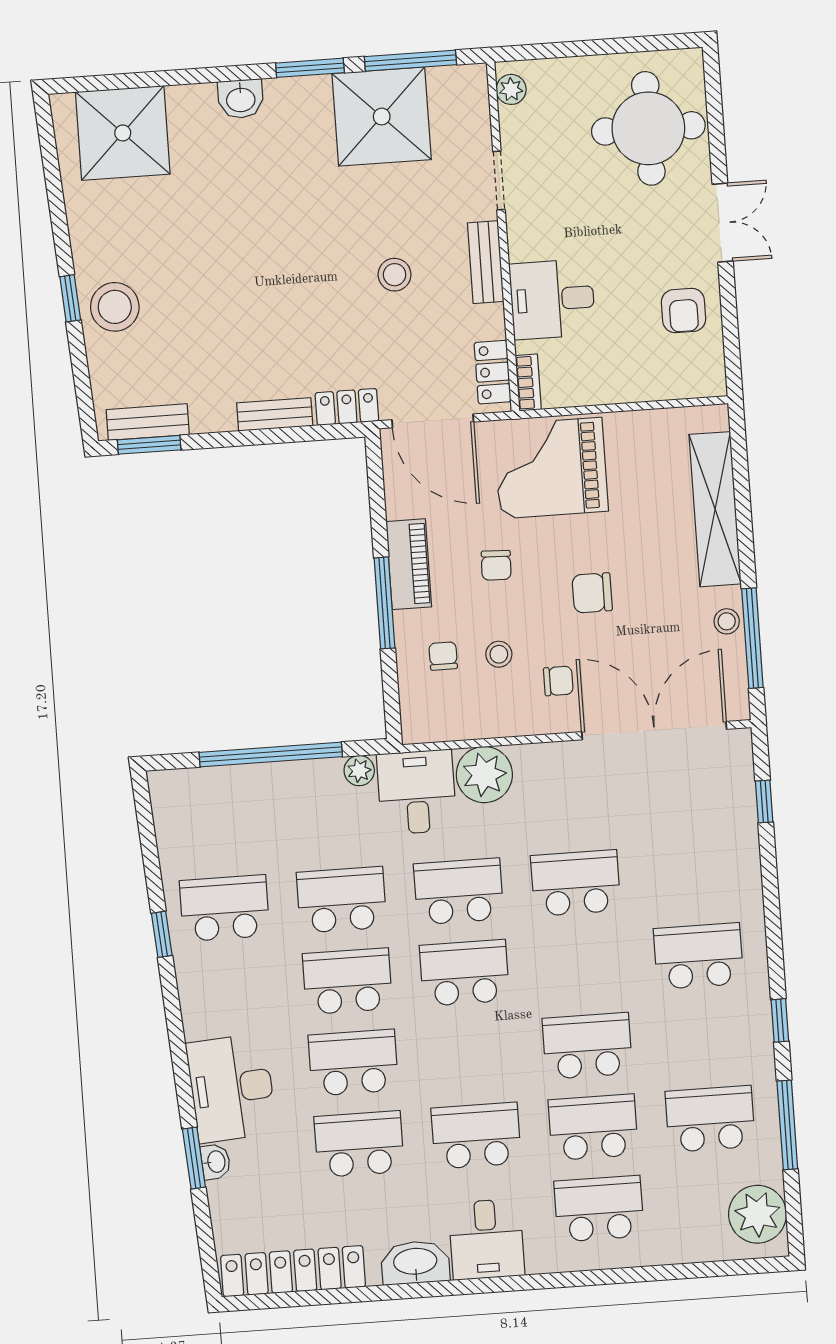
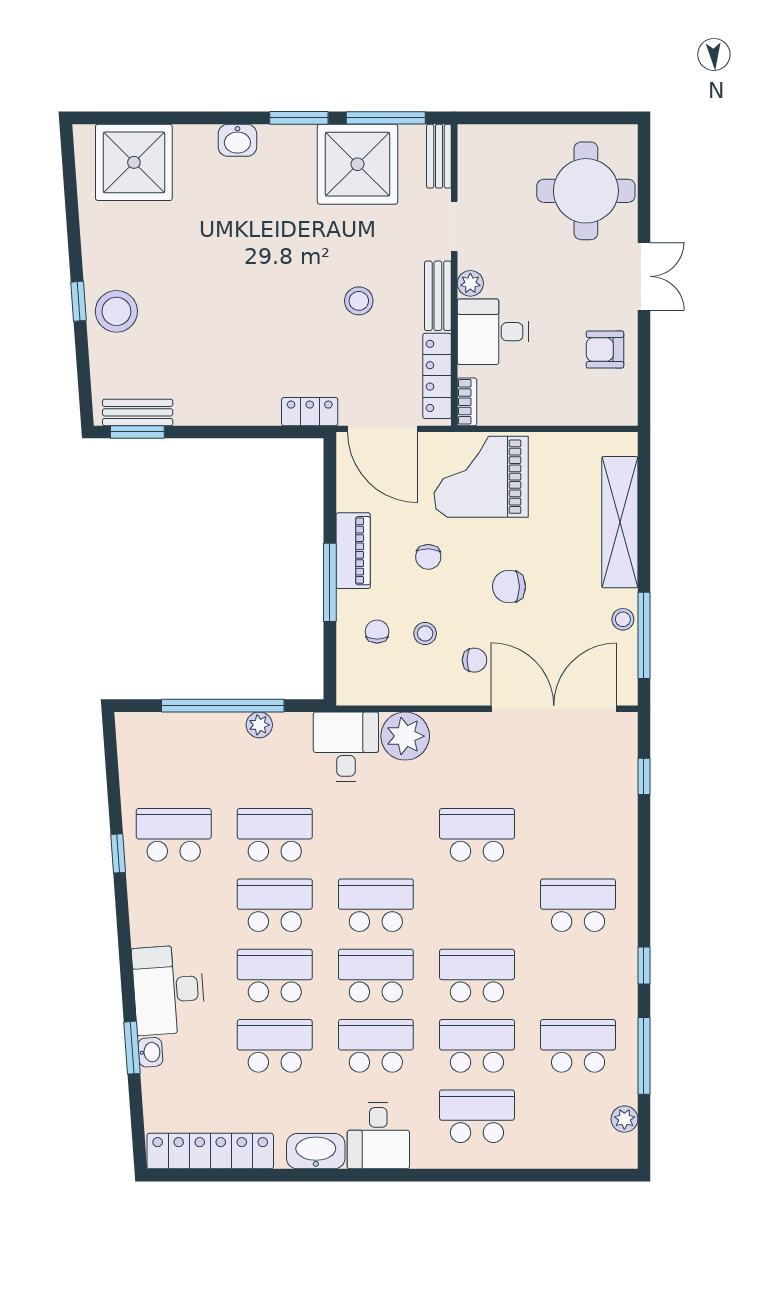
plant: (511, 89) -> (470, 283), moved
armchair: (684, 310) -> (605, 349), turned 90
locker: (493, 372) -> (437, 376), width x1.53
bench: (275, 414) -> (439, 156), moved, turned 90
plant: (359, 771) -> (259, 725), moved
school desk: (459, 891) -> (376, 976), moved
plant: (758, 1214) -> (624, 1119), width x0.53, depth x0.53

